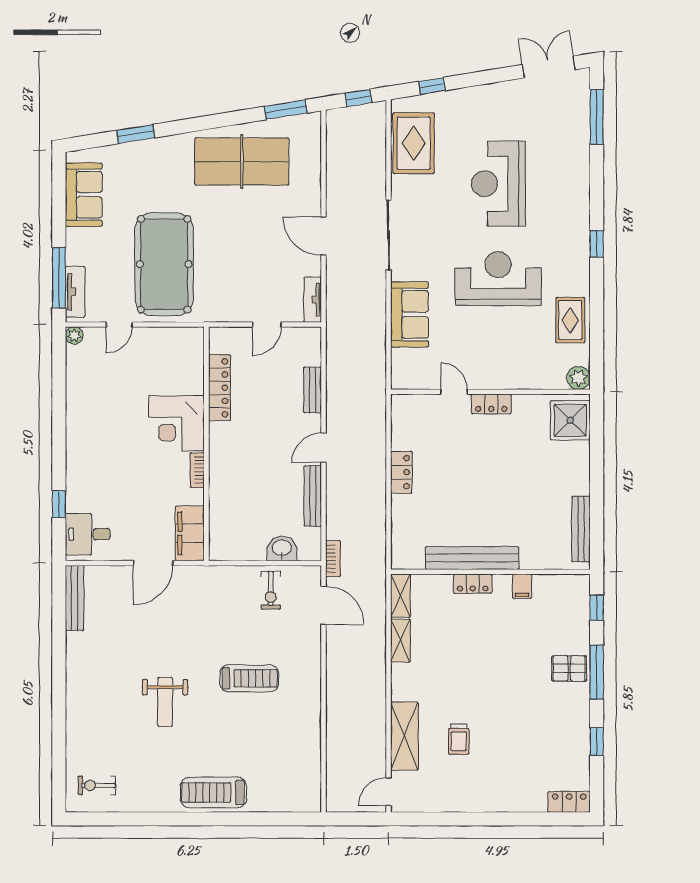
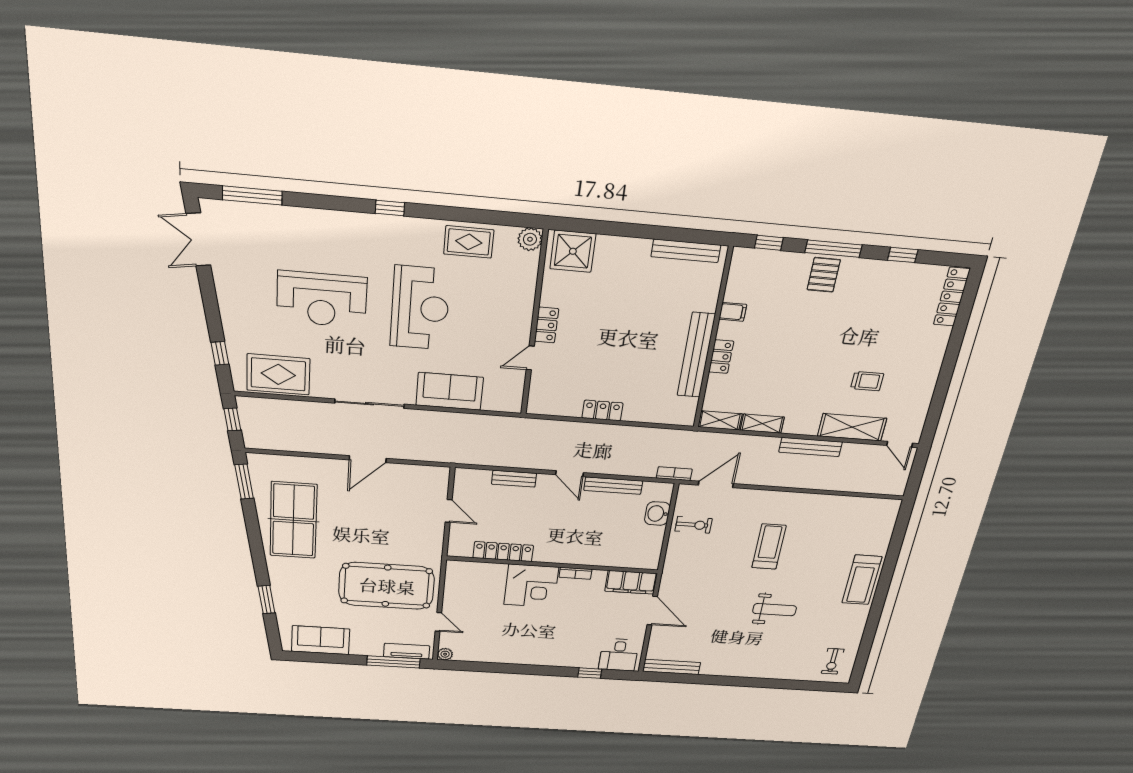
reception desk: (498, 279) -> (420, 308), turned 180
tv unit: (313, 300) -> (428, 472), removed
bench: (377, 697) -> (811, 447), added
locker: (569, 802) -> (952, 297), width x1.53

